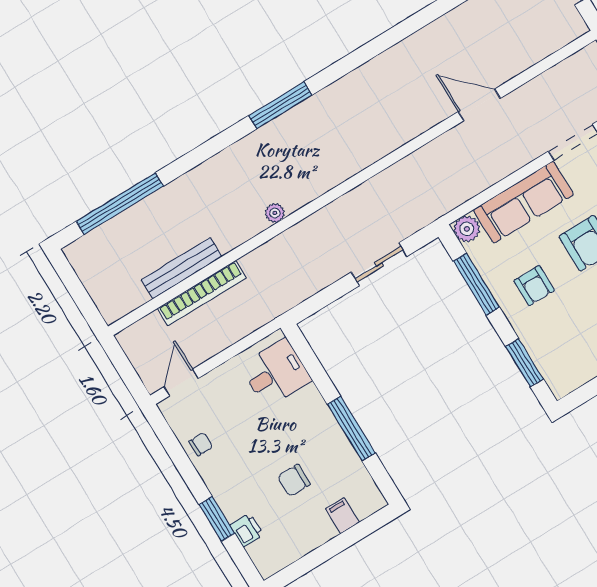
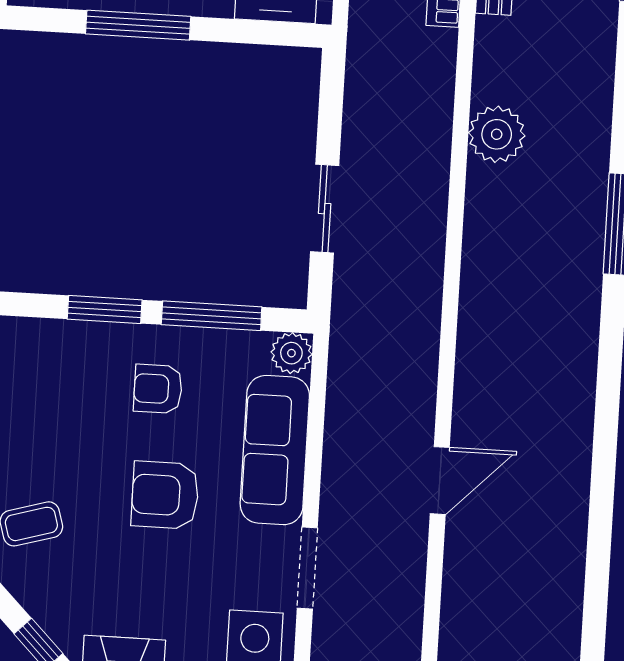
plant: (275, 213) -> (497, 134), width x1.88, depth x1.88
window: (524, 363) -> (105, 309), moved

